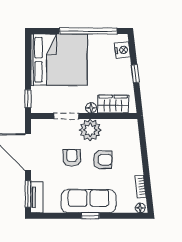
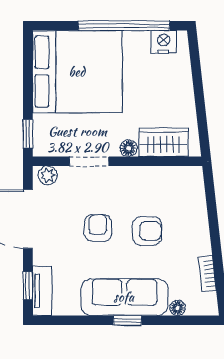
nightstand: (122, 50) -> (163, 42), moved, turned -84
window: (135, 74) -> (199, 94), removed
plant: (90, 130) -> (48, 175), moved, width x0.53, depth x0.53
window: (28, 194) -> (28, 286), width x0.67
floor lamp: (140, 208) -> (178, 308), moved

